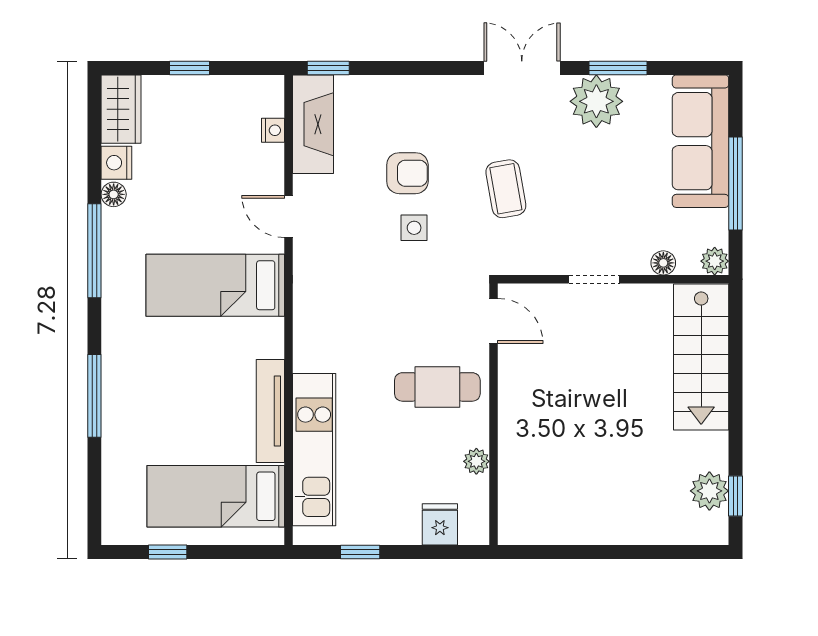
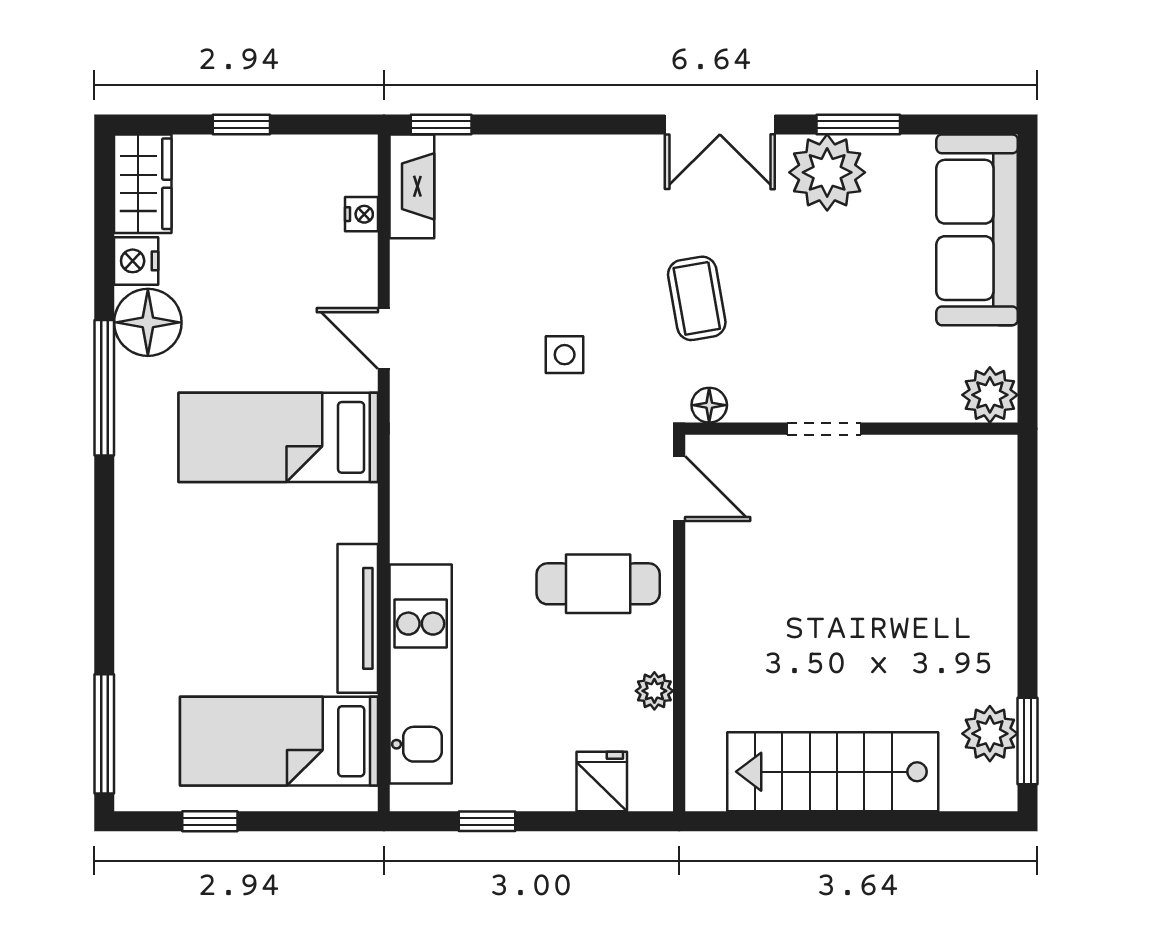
double door: (522, 68) -> (720, 124), swing flipped
fireplace: (313, 124) -> (412, 186), width x0.73, depth x0.76
armchair: (407, 173) -> (555, 276), removed
window: (736, 184) -> (1028, 291), removed
floor lamp: (114, 194) -> (148, 322), width x1.89, depth x1.89
plant: (715, 261) -> (990, 395), width x1.38, depth x1.38
floor lamp: (663, 263) -> (709, 405), moved
stairs: (701, 357) -> (833, 772), moved, turned 90
window: (94, 396) -> (104, 734), moved
window: (736, 496) -> (1028, 741), width x1.50

